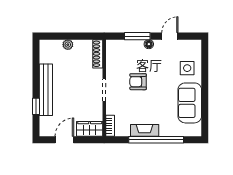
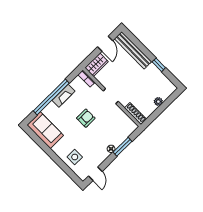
door: (170, 36) -> (95, 174), moved
armchair: (138, 82) -> (86, 118), moved
bench: (46, 90) -> (133, 50), moved
sofa: (190, 103) -> (45, 130), moved
window: (36, 106) -> (159, 65), moved

